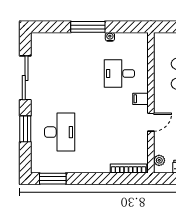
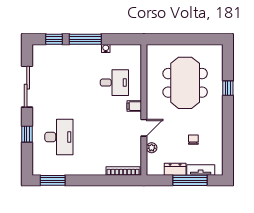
window: (54, 27) -> (54, 39), added
desk: (119, 74) -> (114, 83), turned 180
window: (25, 129) -> (27, 134), width x0.67
plant: (159, 160) -> (152, 148), moved

